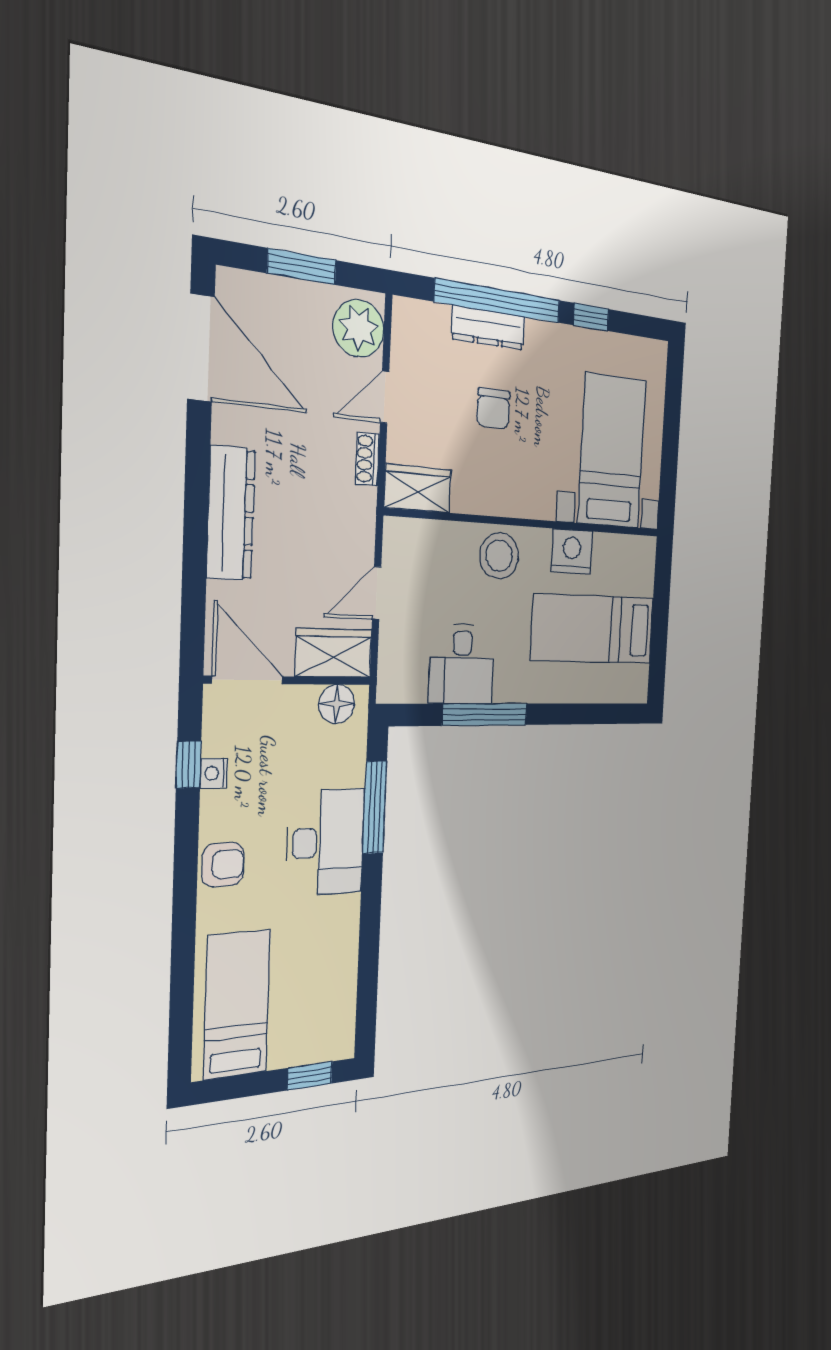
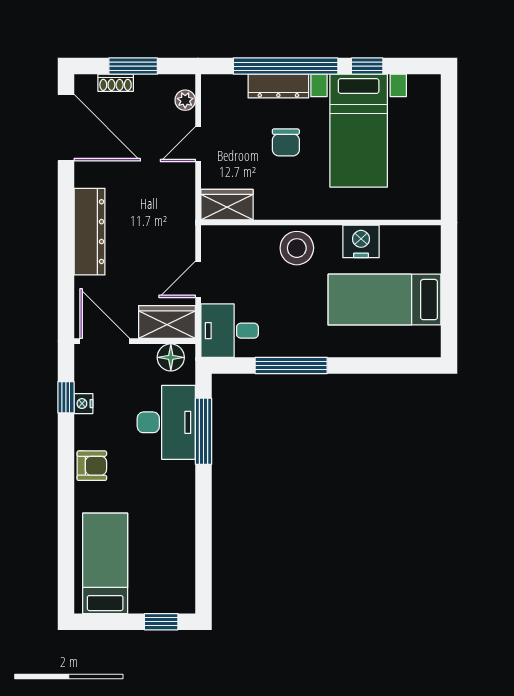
plant: (359, 328) -> (185, 100), width x0.53, depth x0.53
bed with nightstands: (612, 451) -> (359, 131), moved, turned 180
shoe rack: (367, 459) -> (116, 83), moved, turned -90
desk: (462, 664) -> (230, 331), moved, turned 90
desk: (325, 842) -> (166, 422), moved

